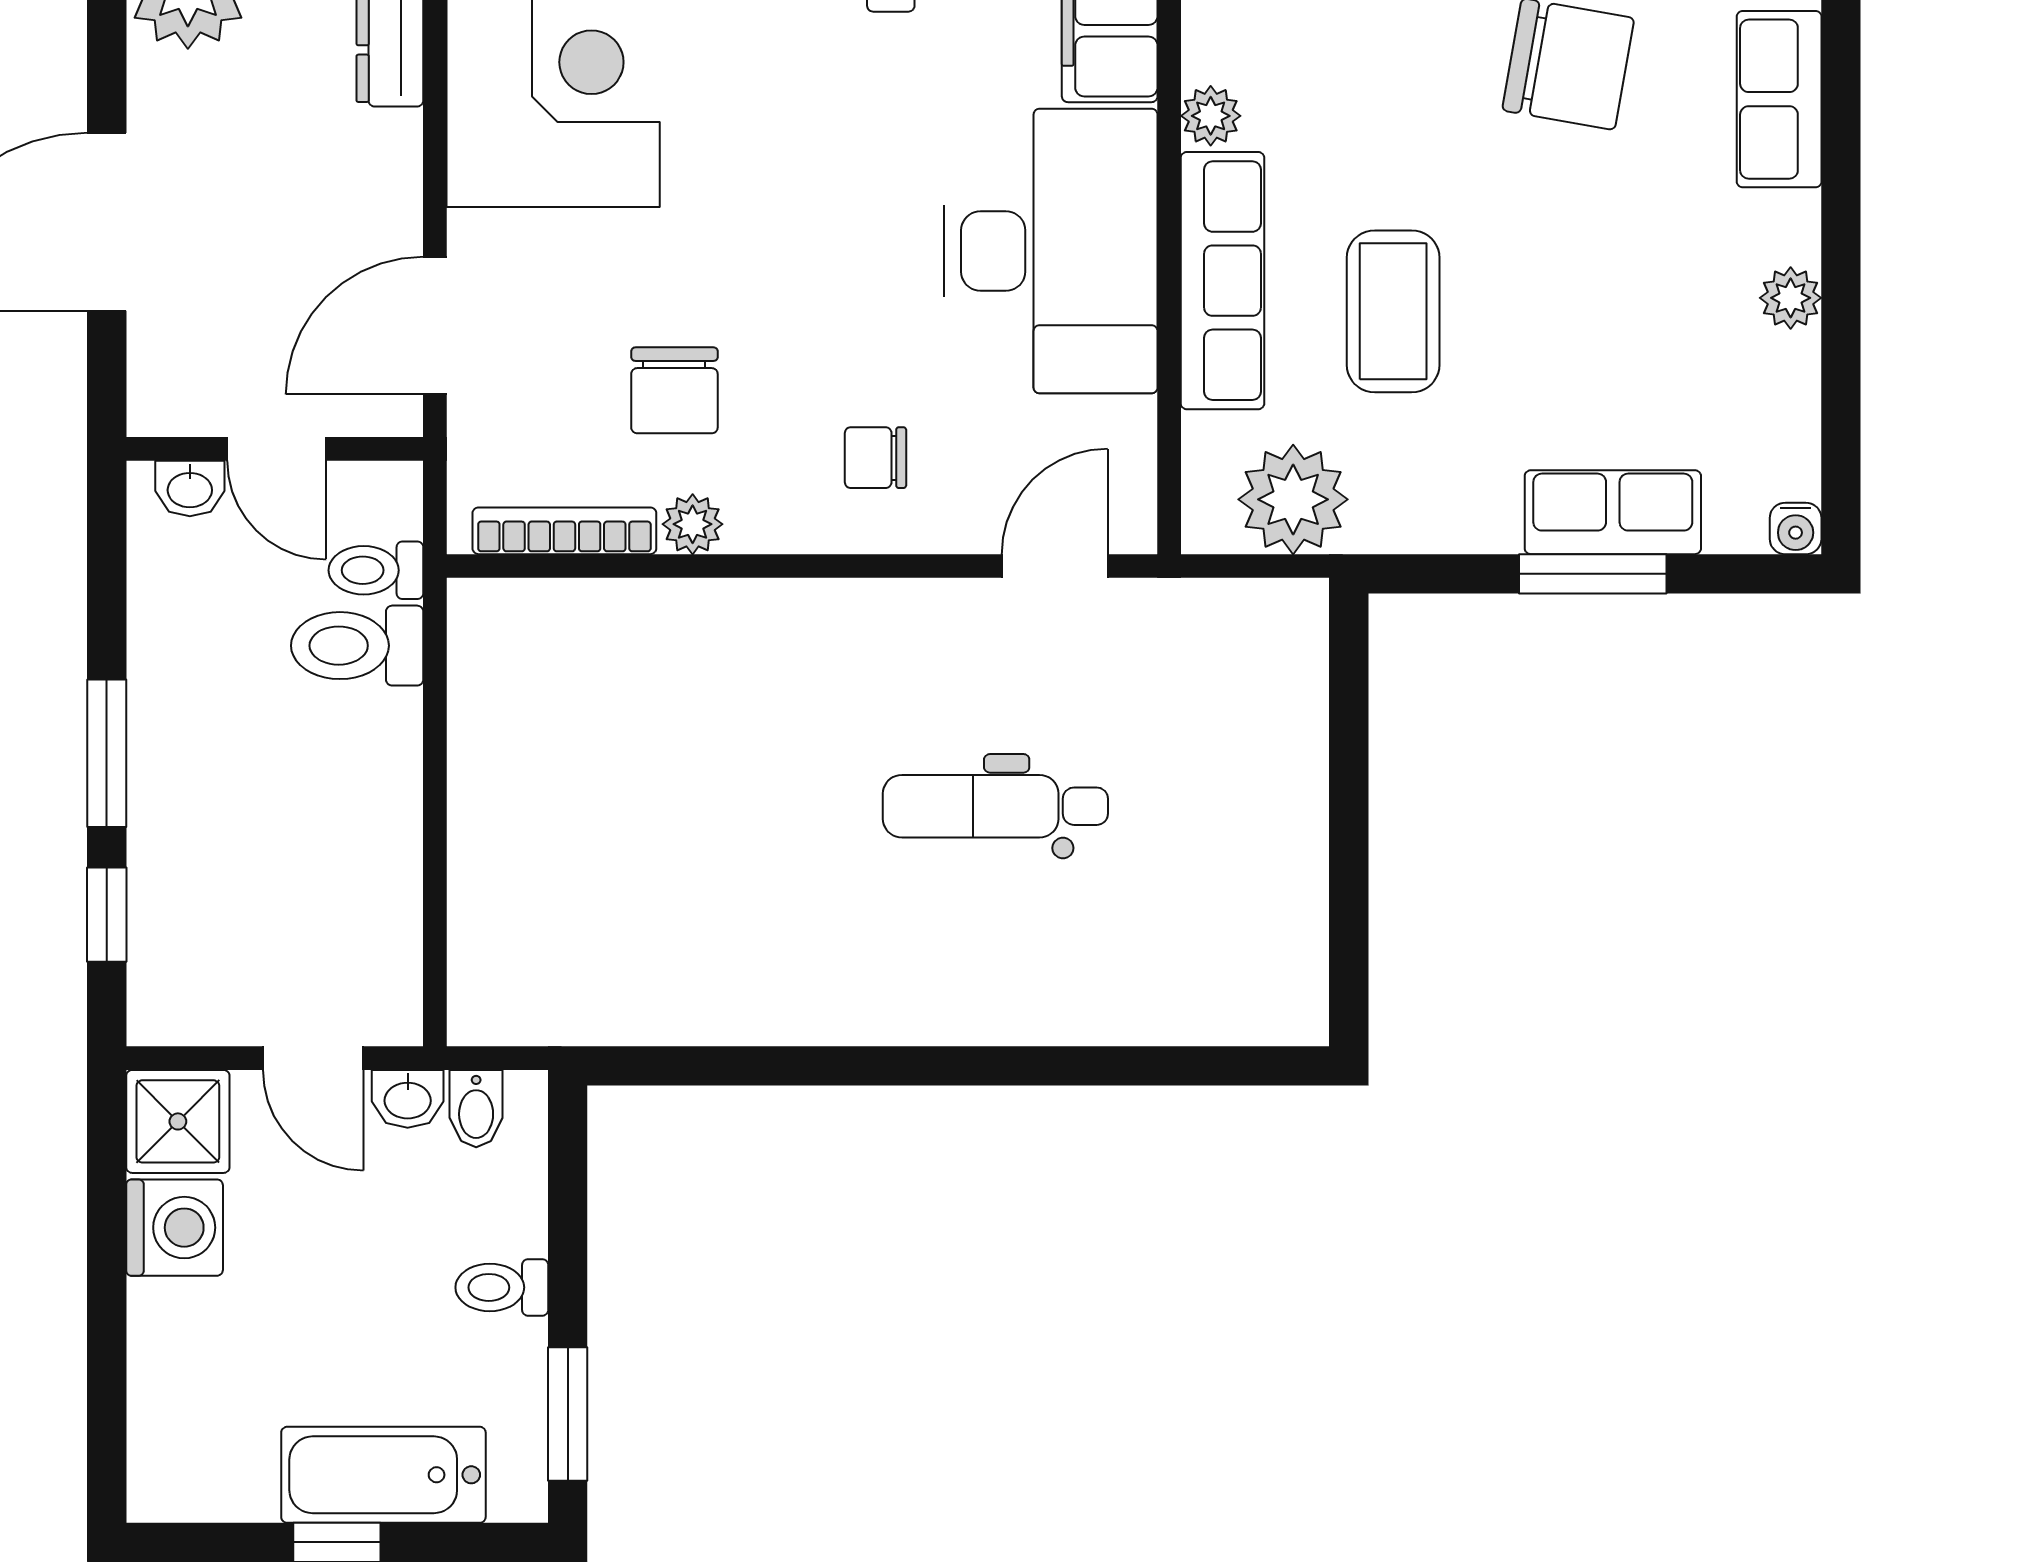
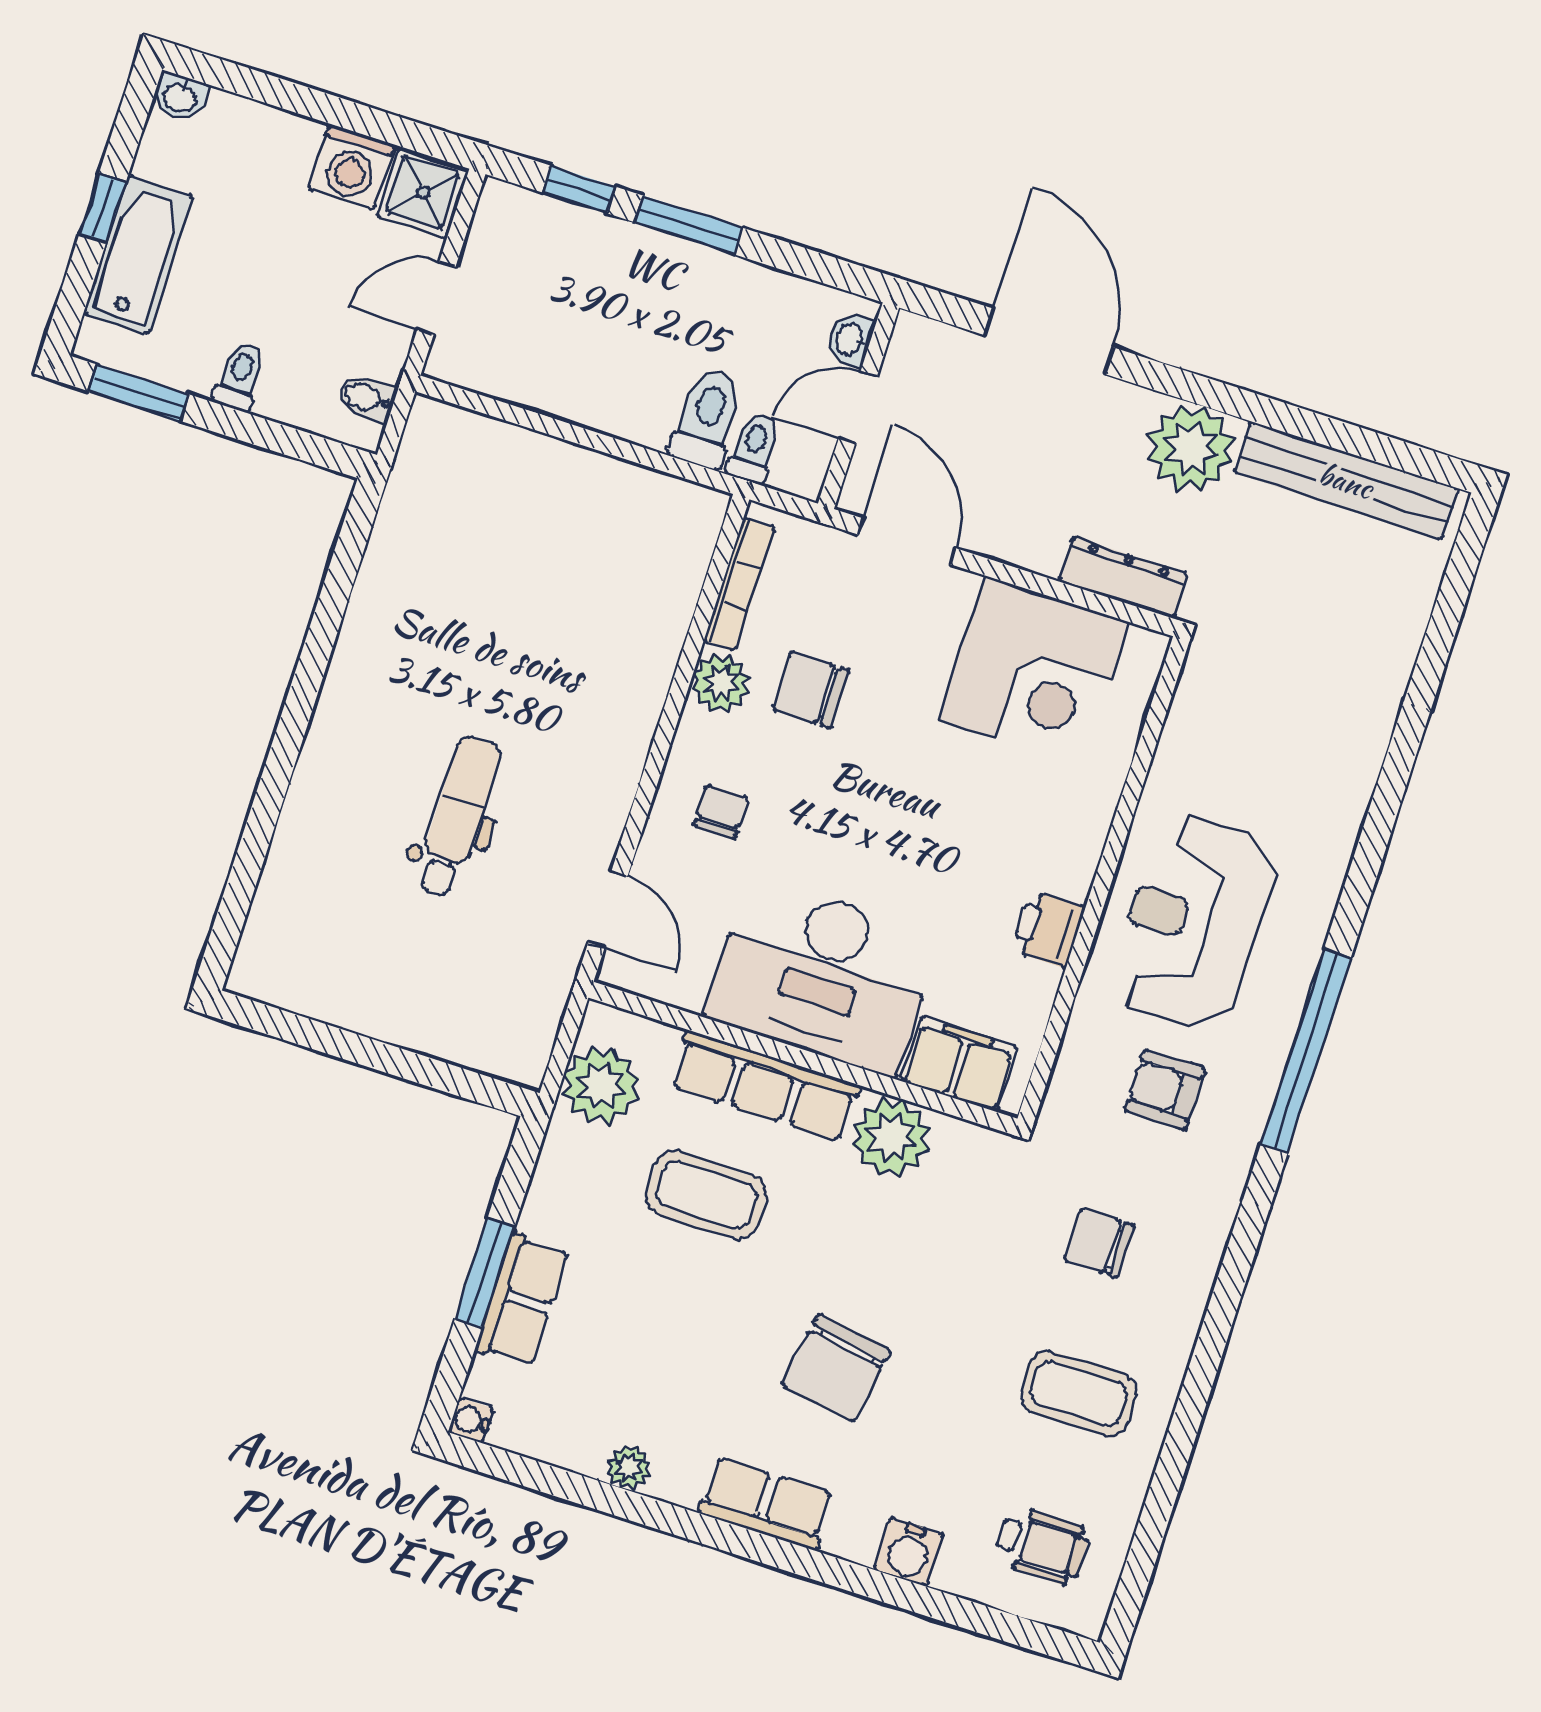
plant: (1211, 116) -> (891, 1137), width x1.87, depth x1.87
plant: (693, 524) -> (721, 683), width x1.38, depth x1.38
washbasin: (408, 1099) -> (180, 97), moved, turned -90

